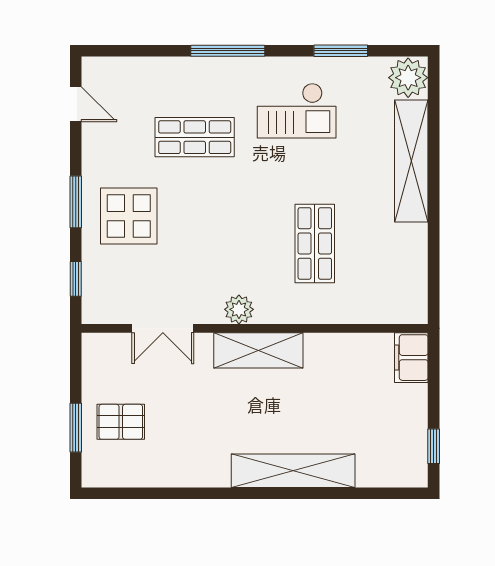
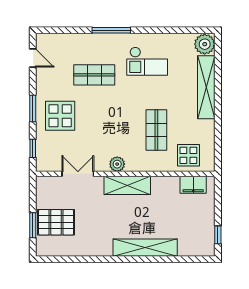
window: (341, 51) -> (170, 30), removed
display table: (377, 292) -> (188, 155), added
double door: (163, 328) -> (78, 174), swing flipped
filing cabinet: (411, 358) -> (193, 185), moved, turned -90
pallet: (121, 422) -> (56, 222), width x1.50, depth x1.42

